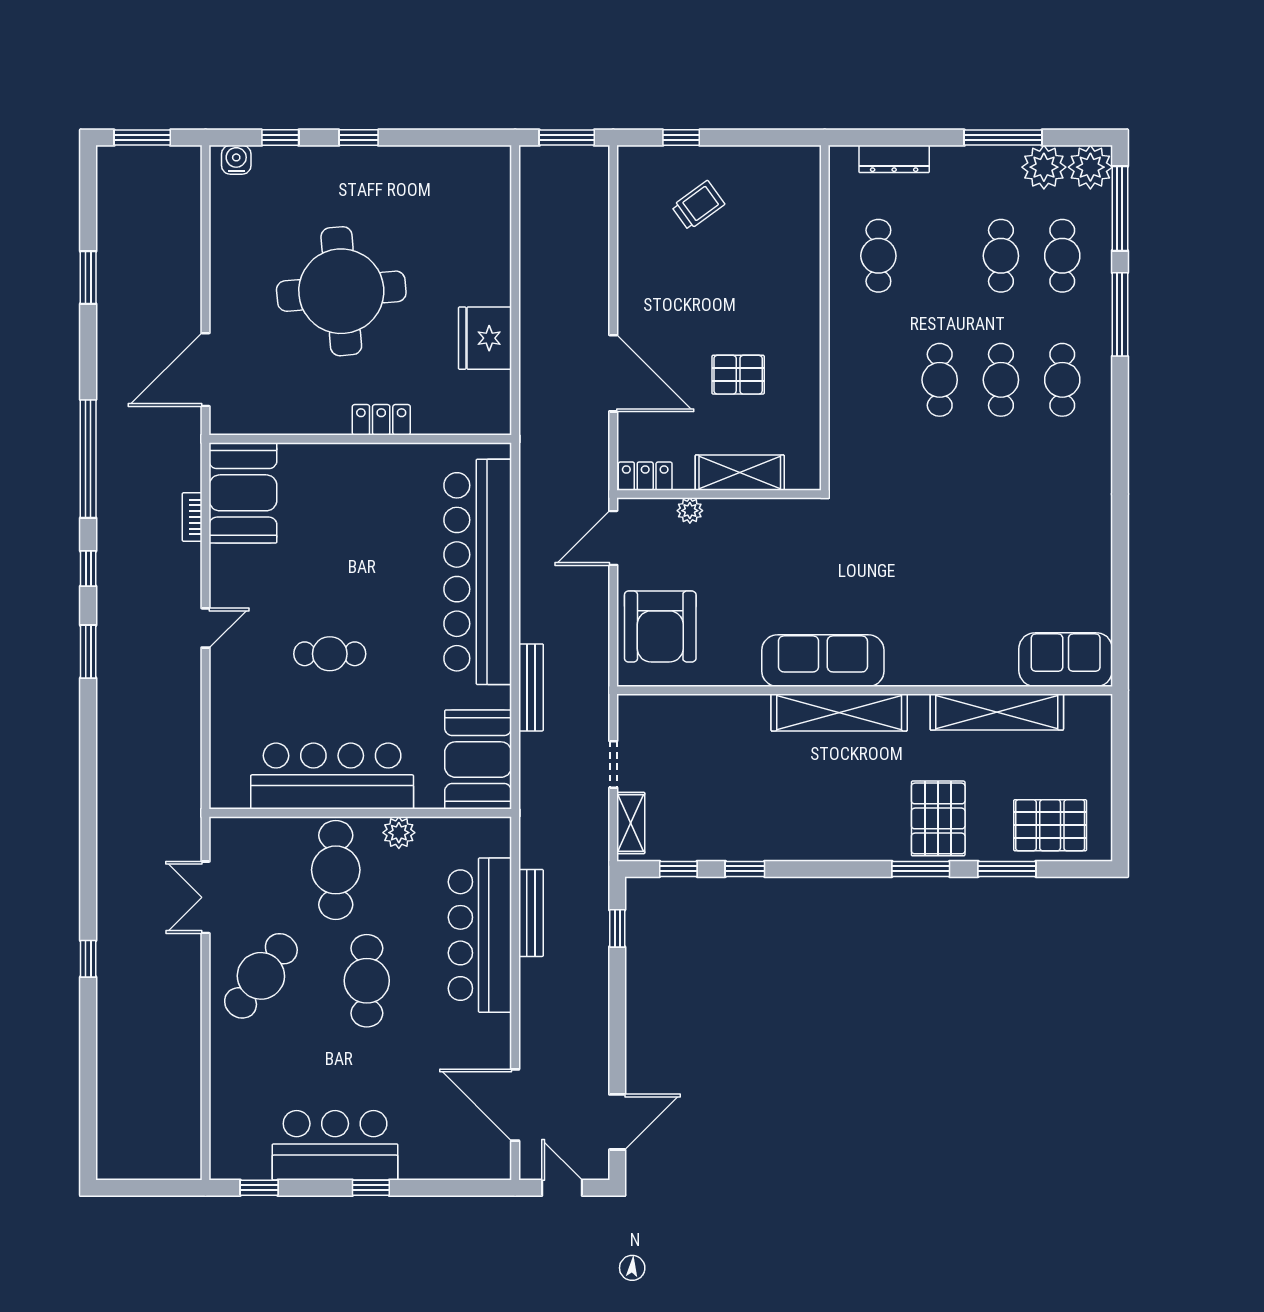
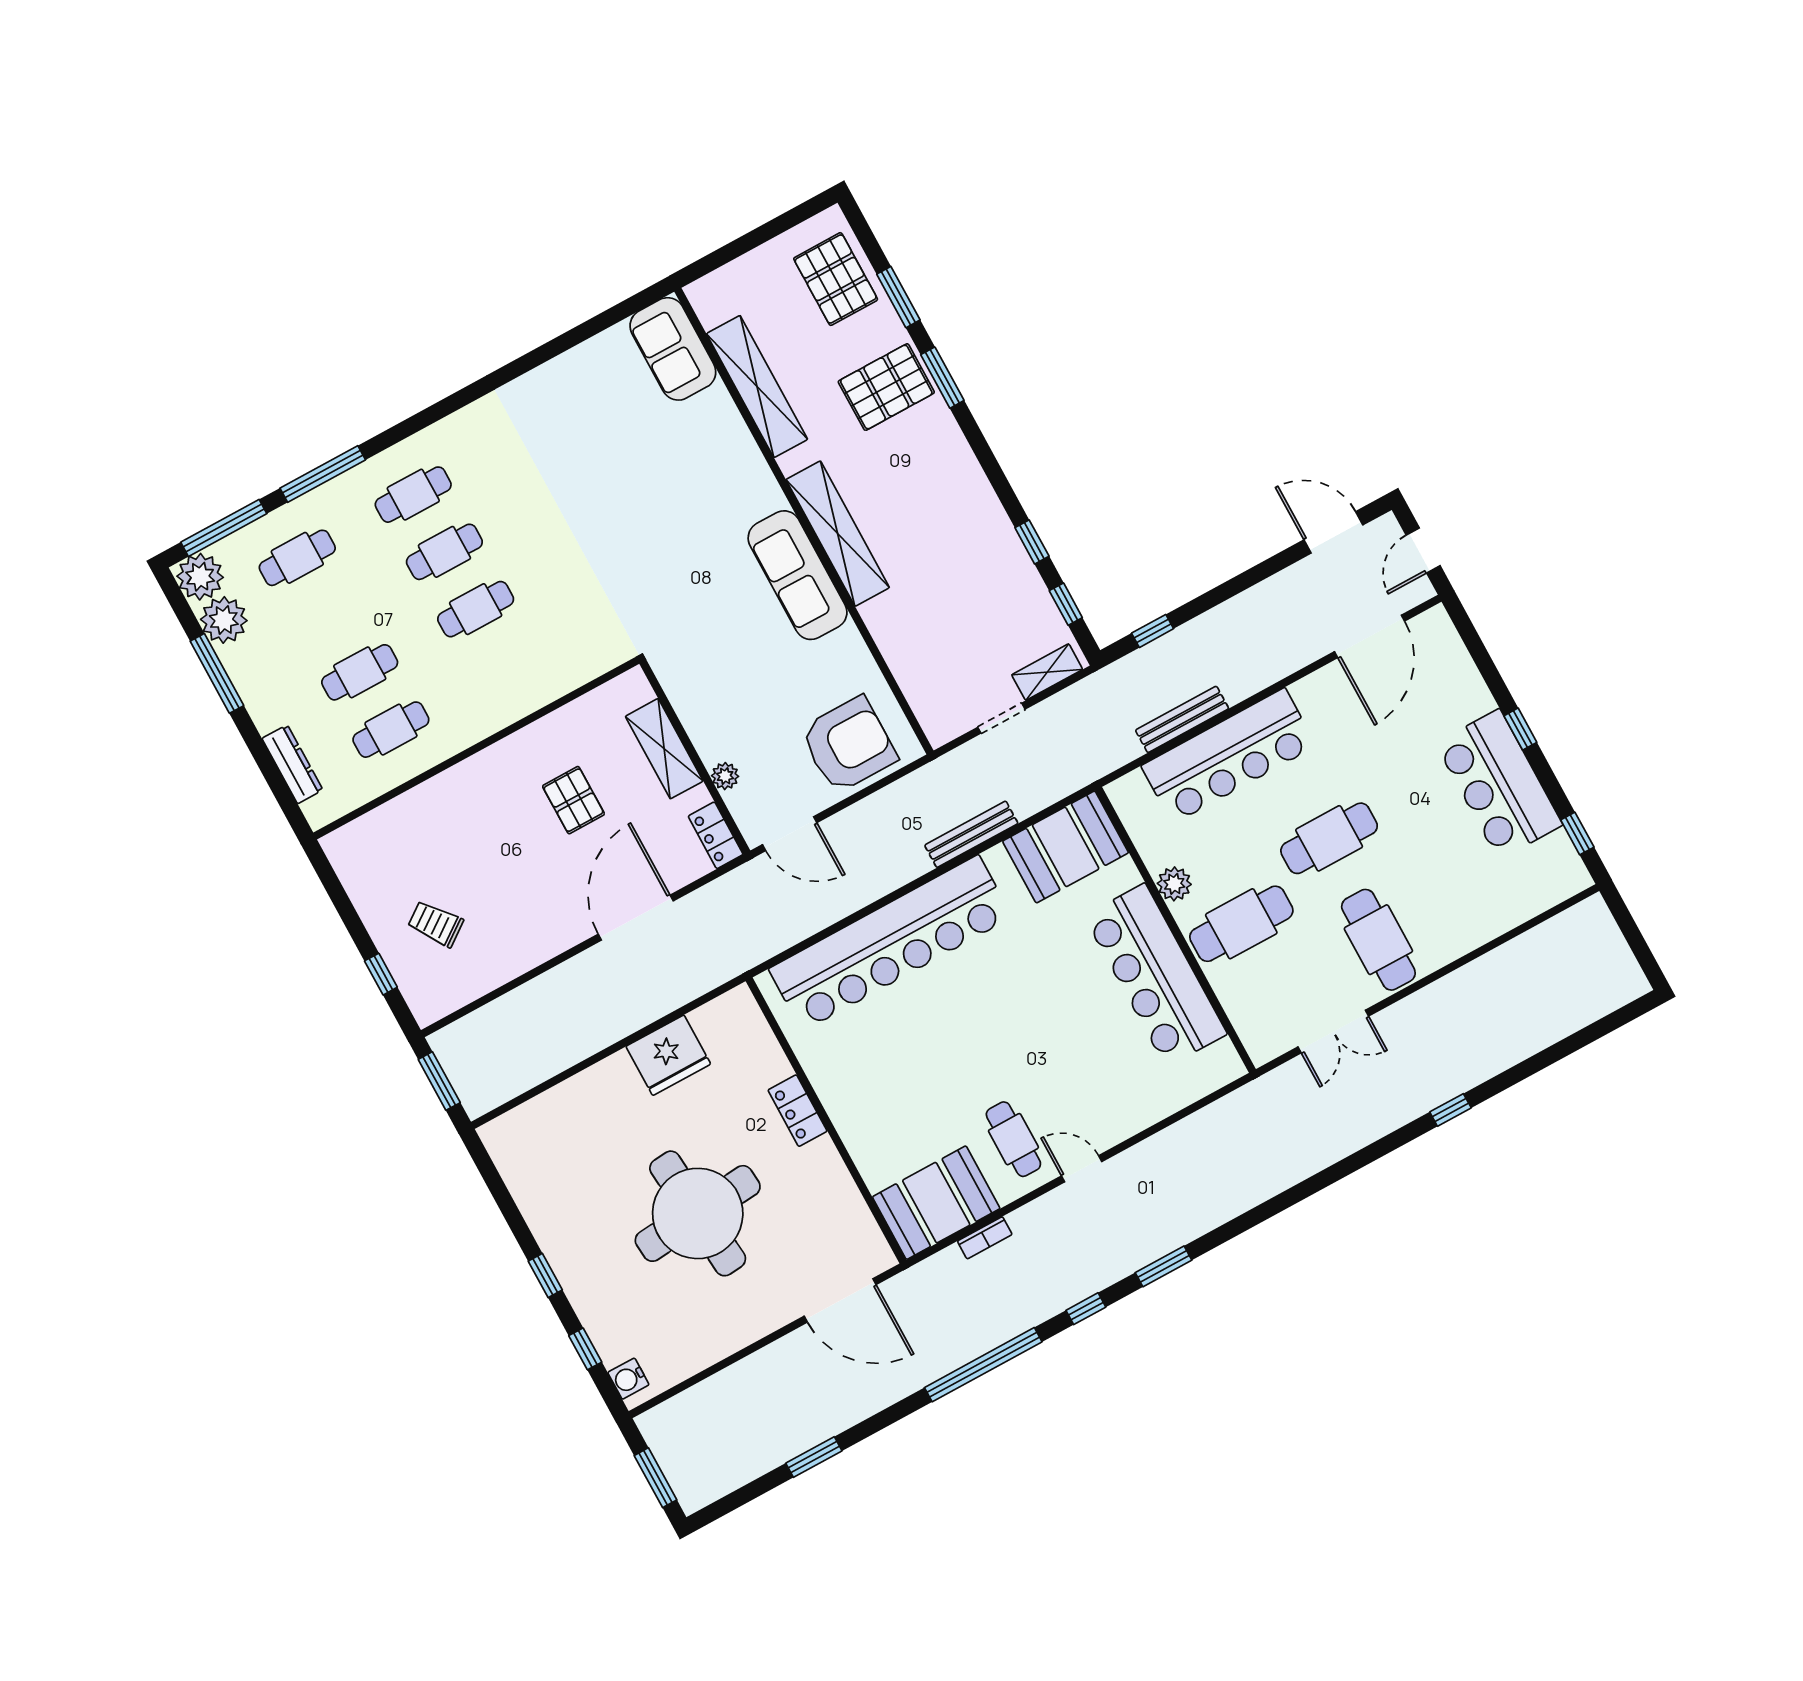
cafe table: (1001, 256) -> (360, 672), moved
cafe table: (330, 654) -> (1013, 1139), moved
cafe table: (261, 976) -> (1378, 940), turned 53

